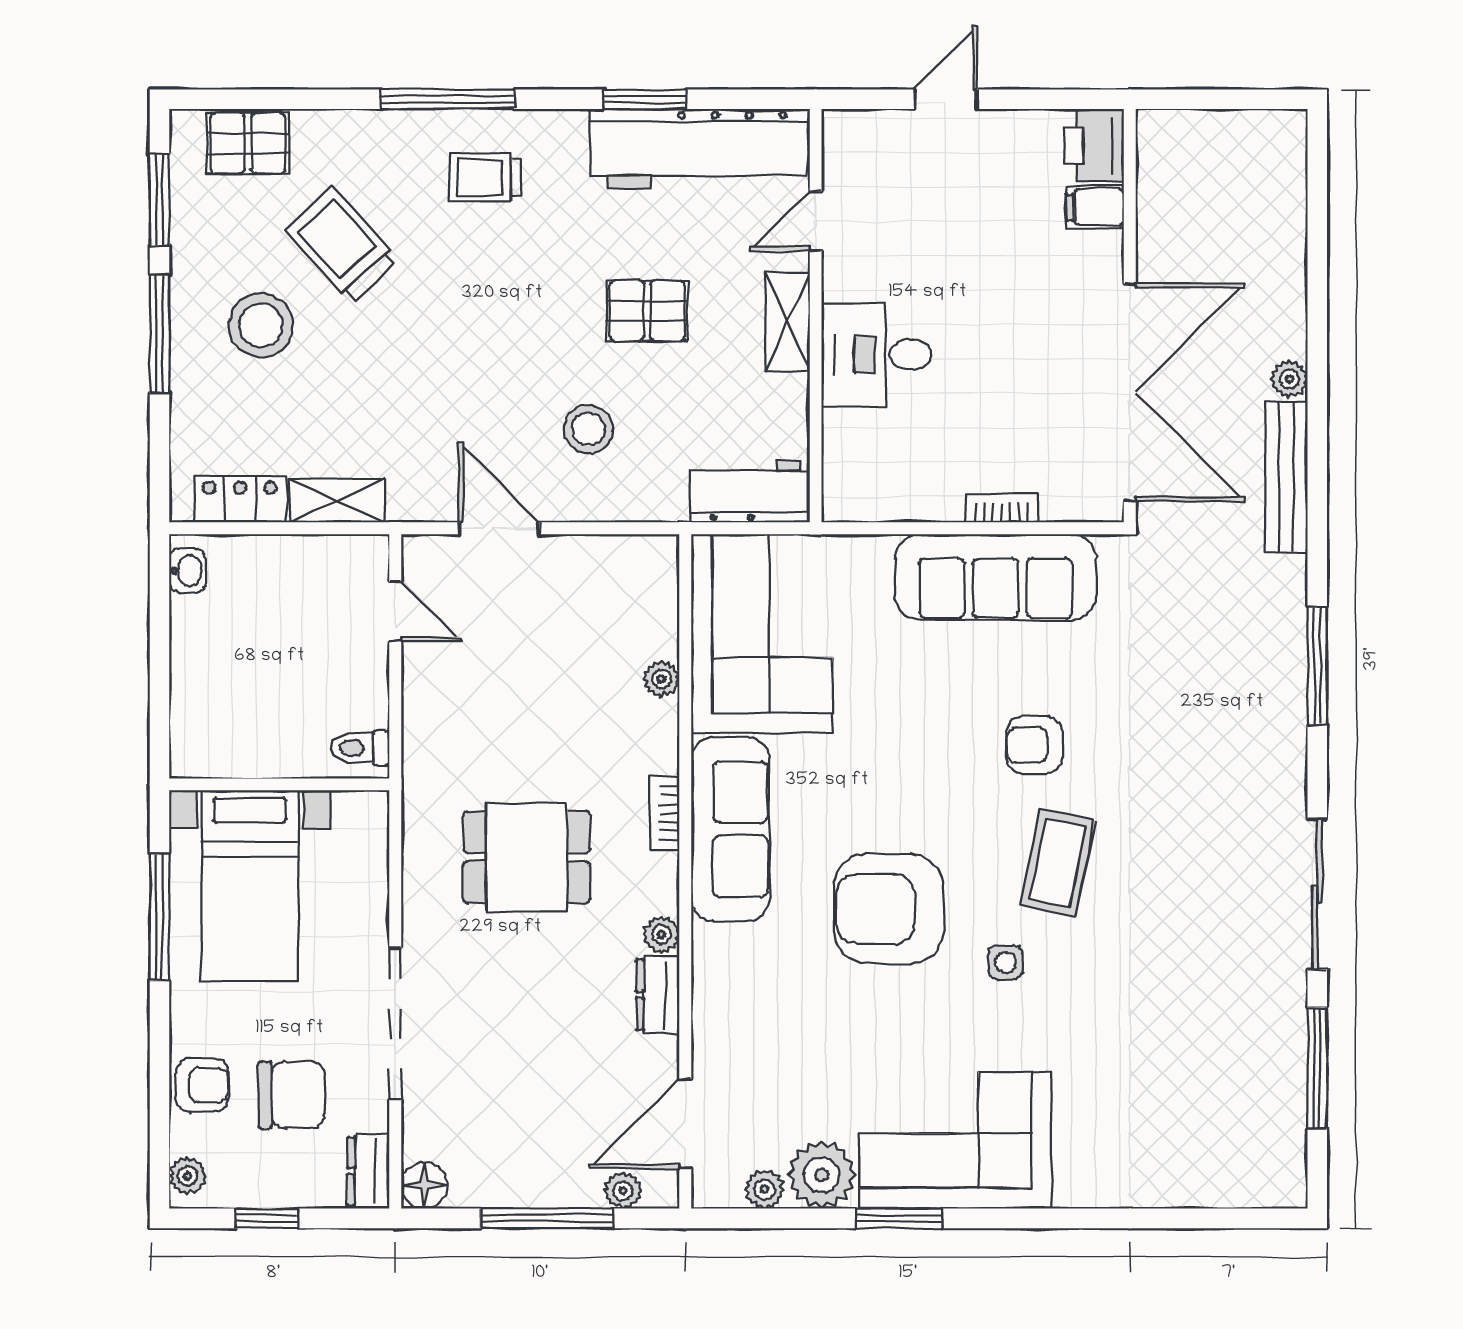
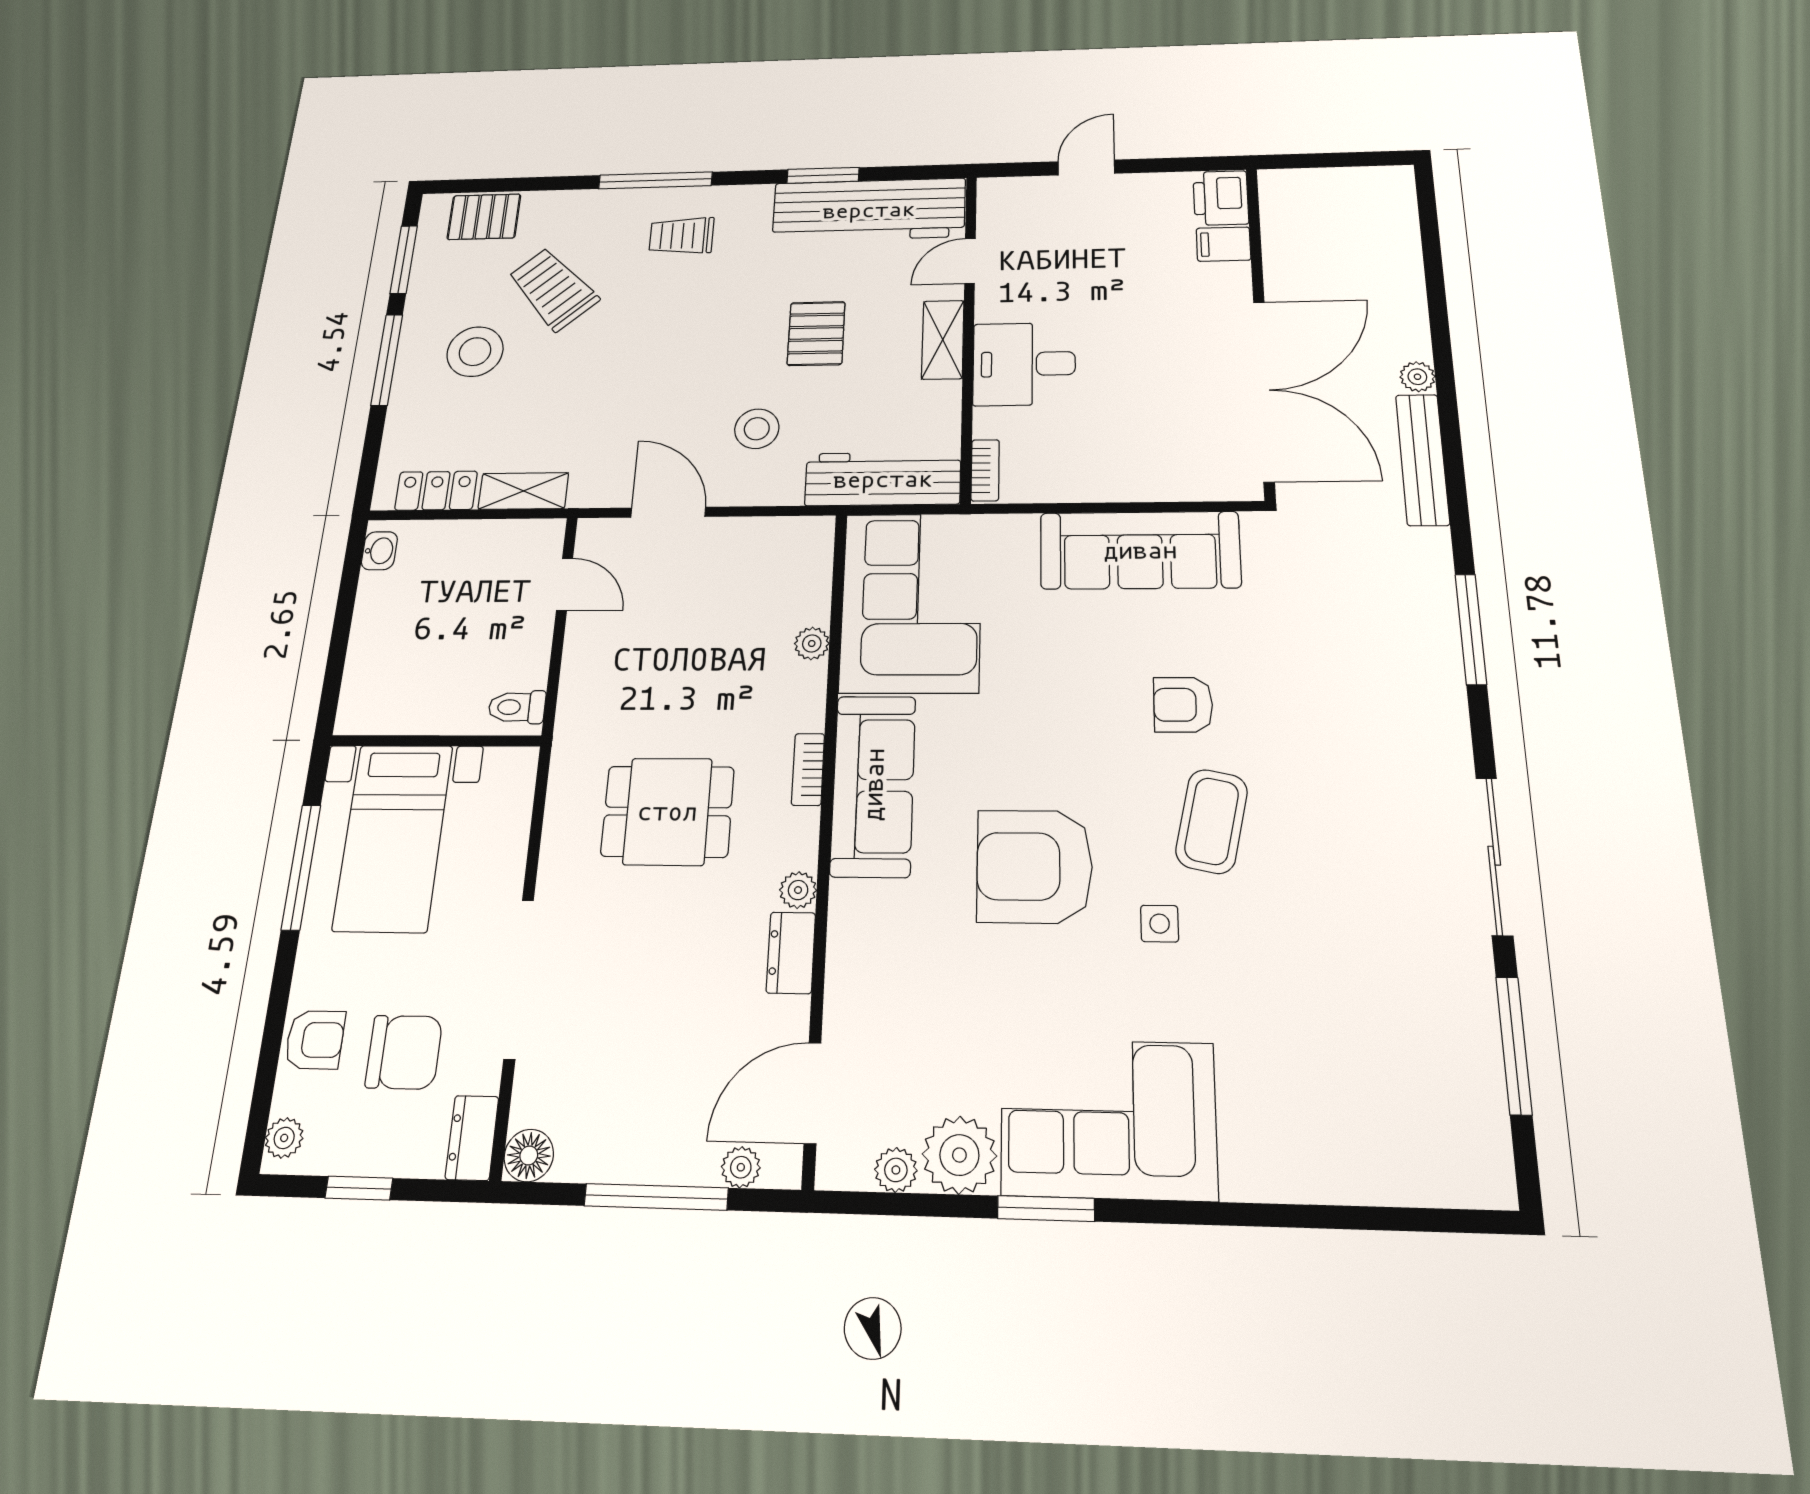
pallet: (647, 311) -> (816, 333), turned 90
workbench: (750, 492) -> (883, 479), width x1.37
bookcase: (1002, 508) -> (985, 470), moved, turned 90

